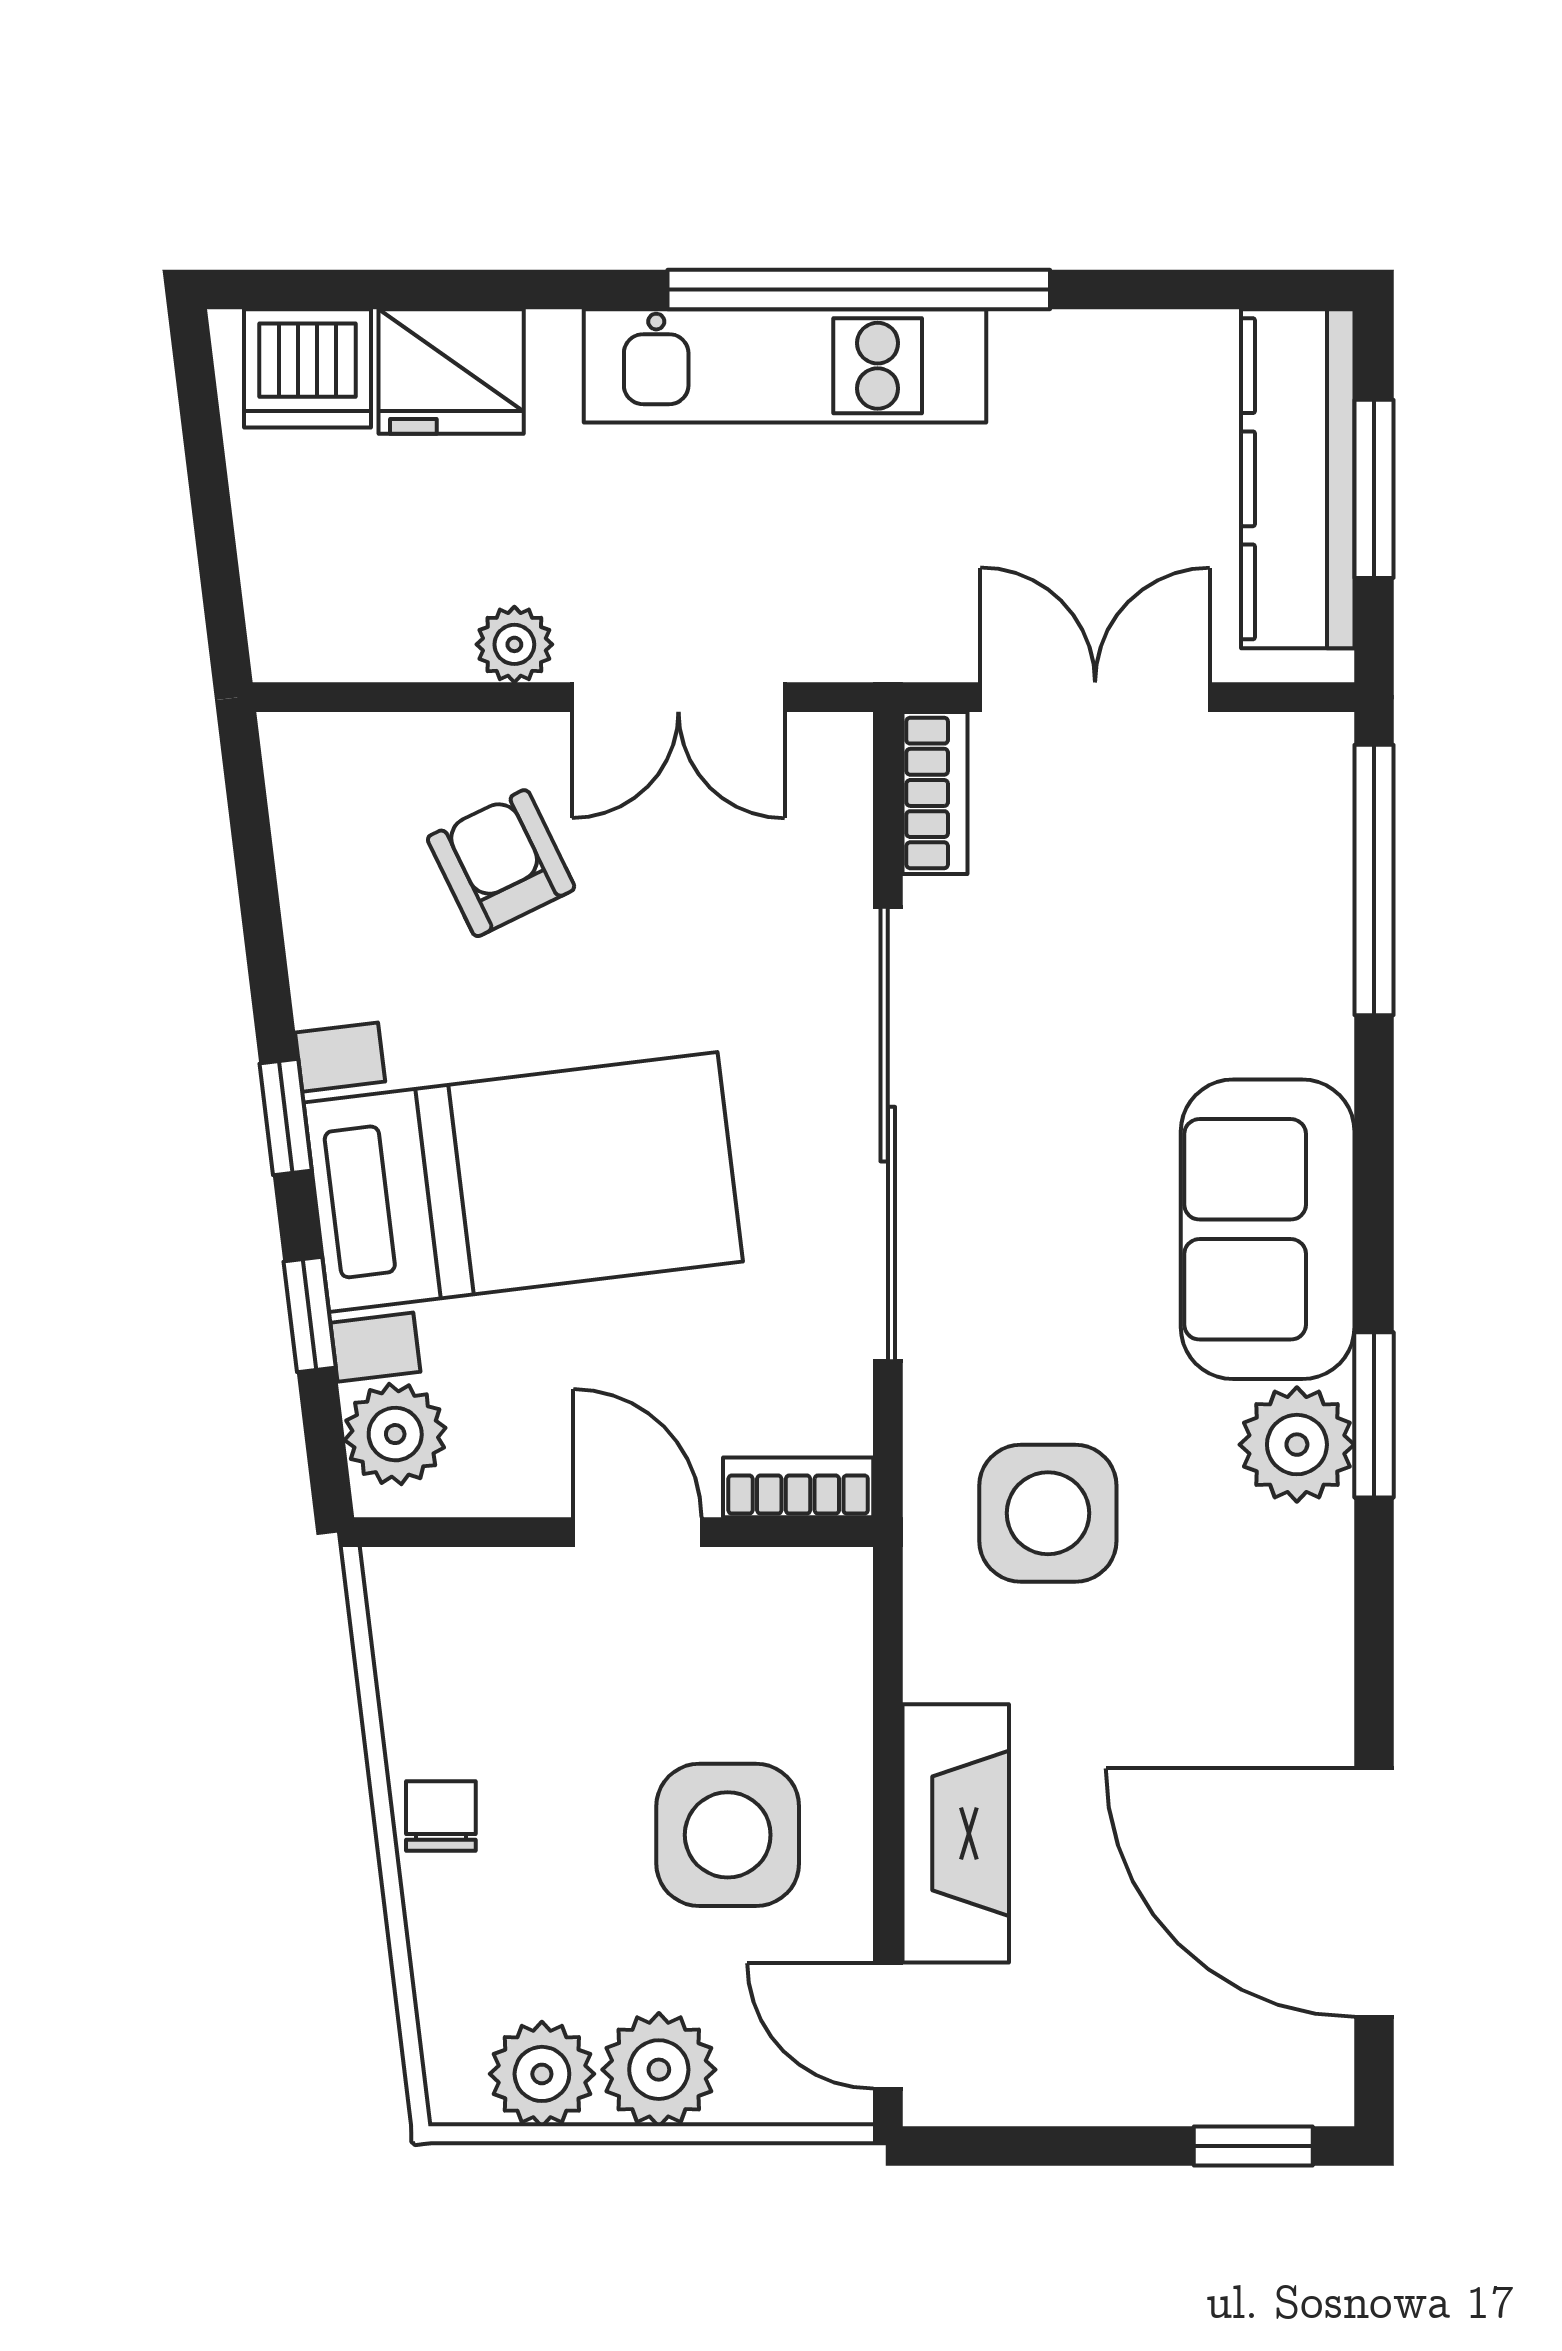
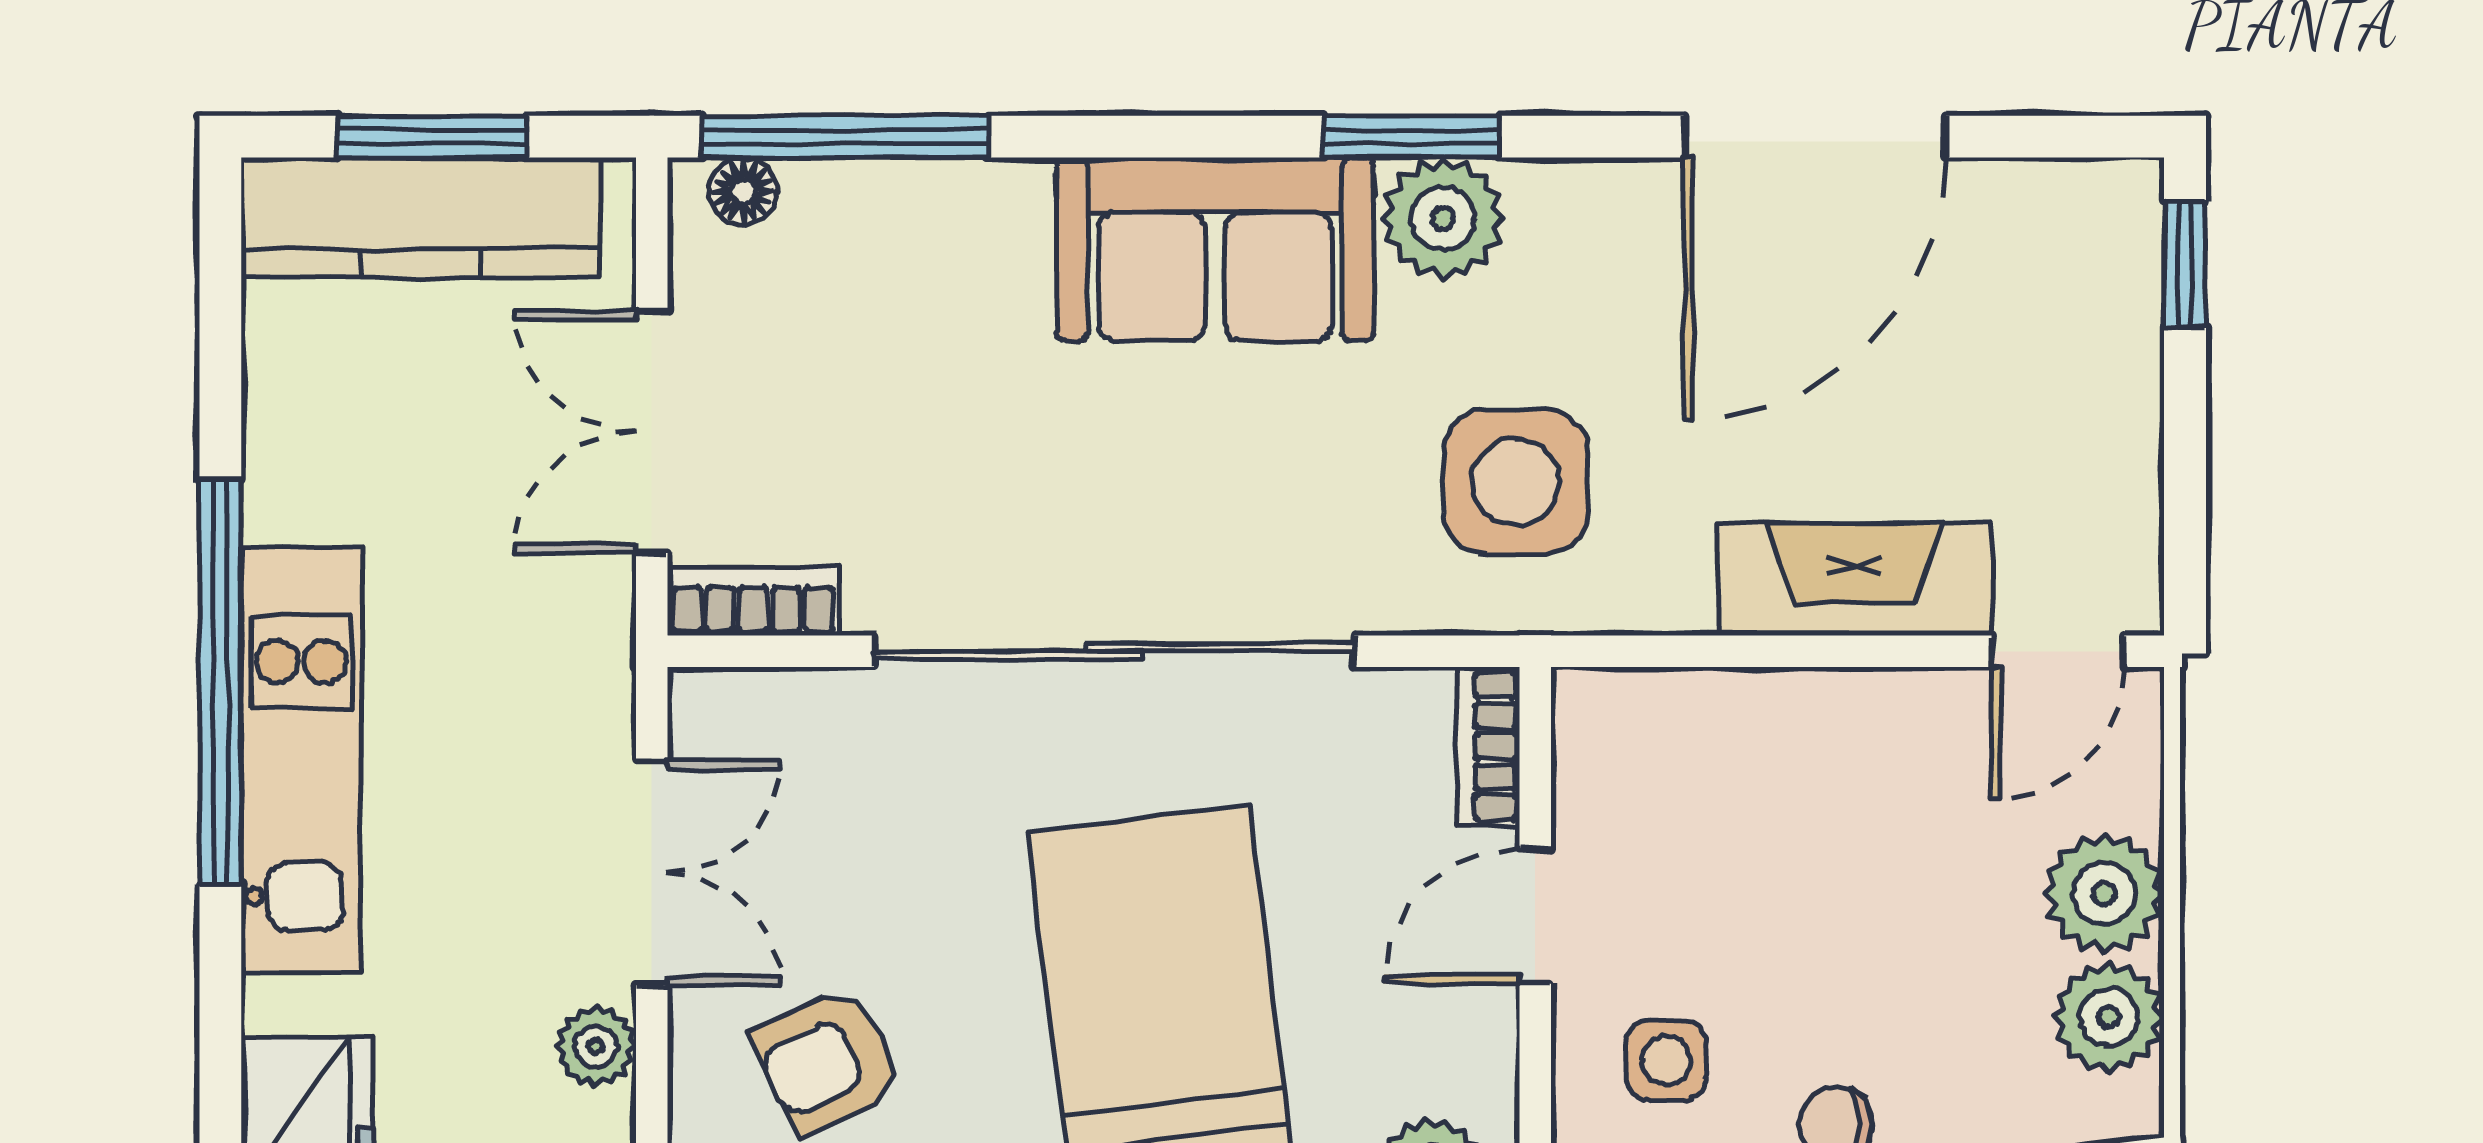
floor lamp: (1322, 784) -> (743, 192), added
side table: (728, 1835) -> (1666, 1060), moved, width x0.54, depth x0.54
door: (1374, 1893) -> (1815, 137), moved

